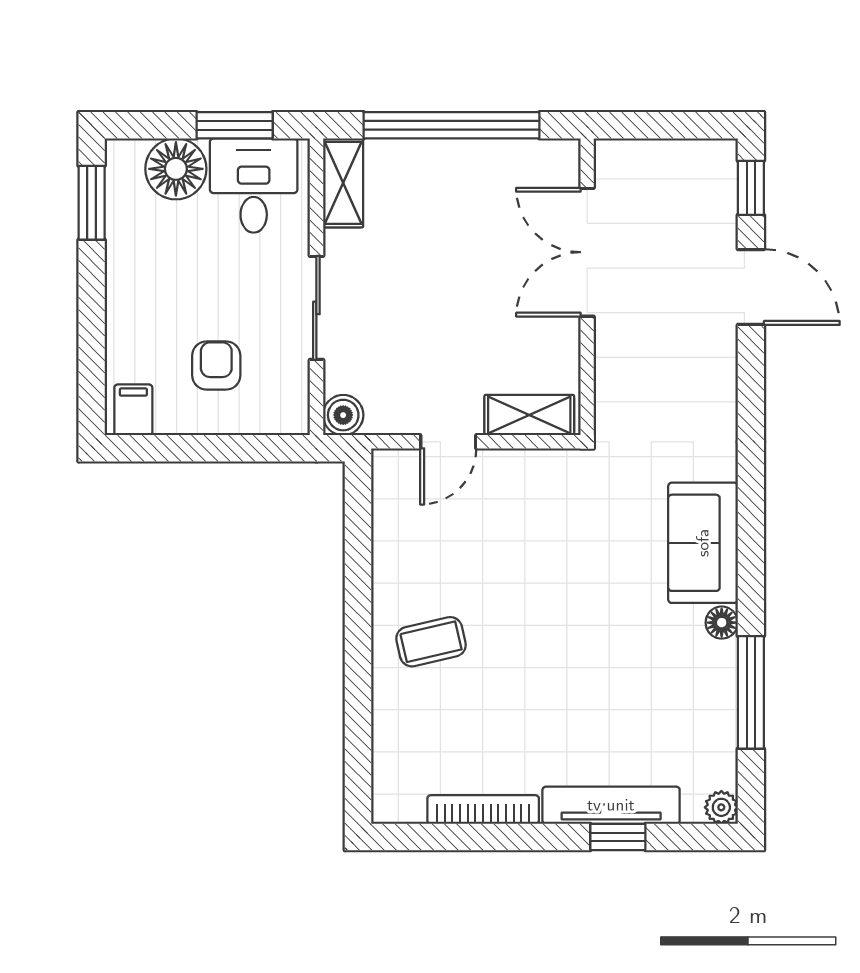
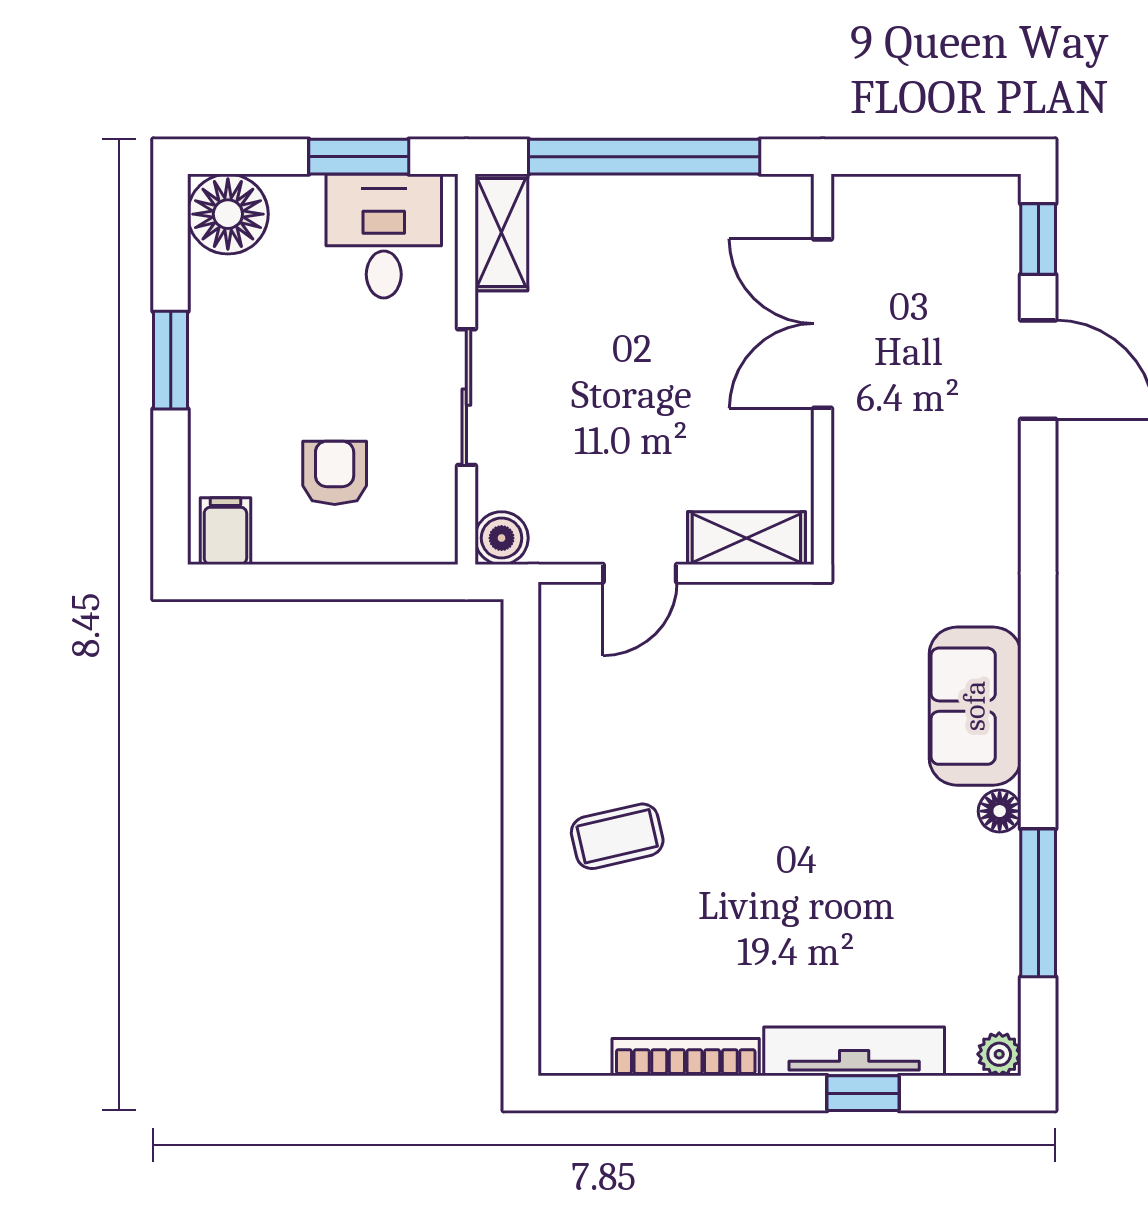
floor lamp: (176, 169) -> (228, 214), moved
window: (92, 203) -> (171, 360), moved

